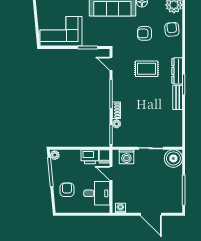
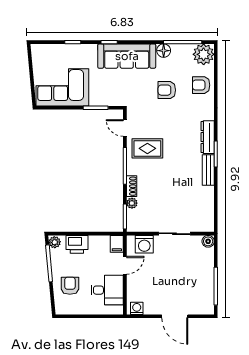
armchair: (172, 29) -> (201, 85), turned -84
rug: (147, 69) -> (147, 148), moved
printer: (90, 157) -> (77, 244), moved
boiler: (173, 158) -> (208, 241), width x0.54, depth x0.54
door: (111, 173) -> (125, 265), swing flipped

